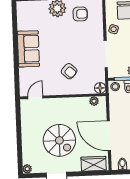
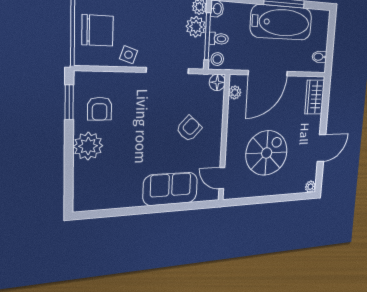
armchair: (80, 14) -> (100, 109), turned 180
sofa: (28, 49) -> (170, 189), moved
door: (109, 136) -> (268, 73), moved
spiral stairs: (59, 140) -> (267, 153), moved

